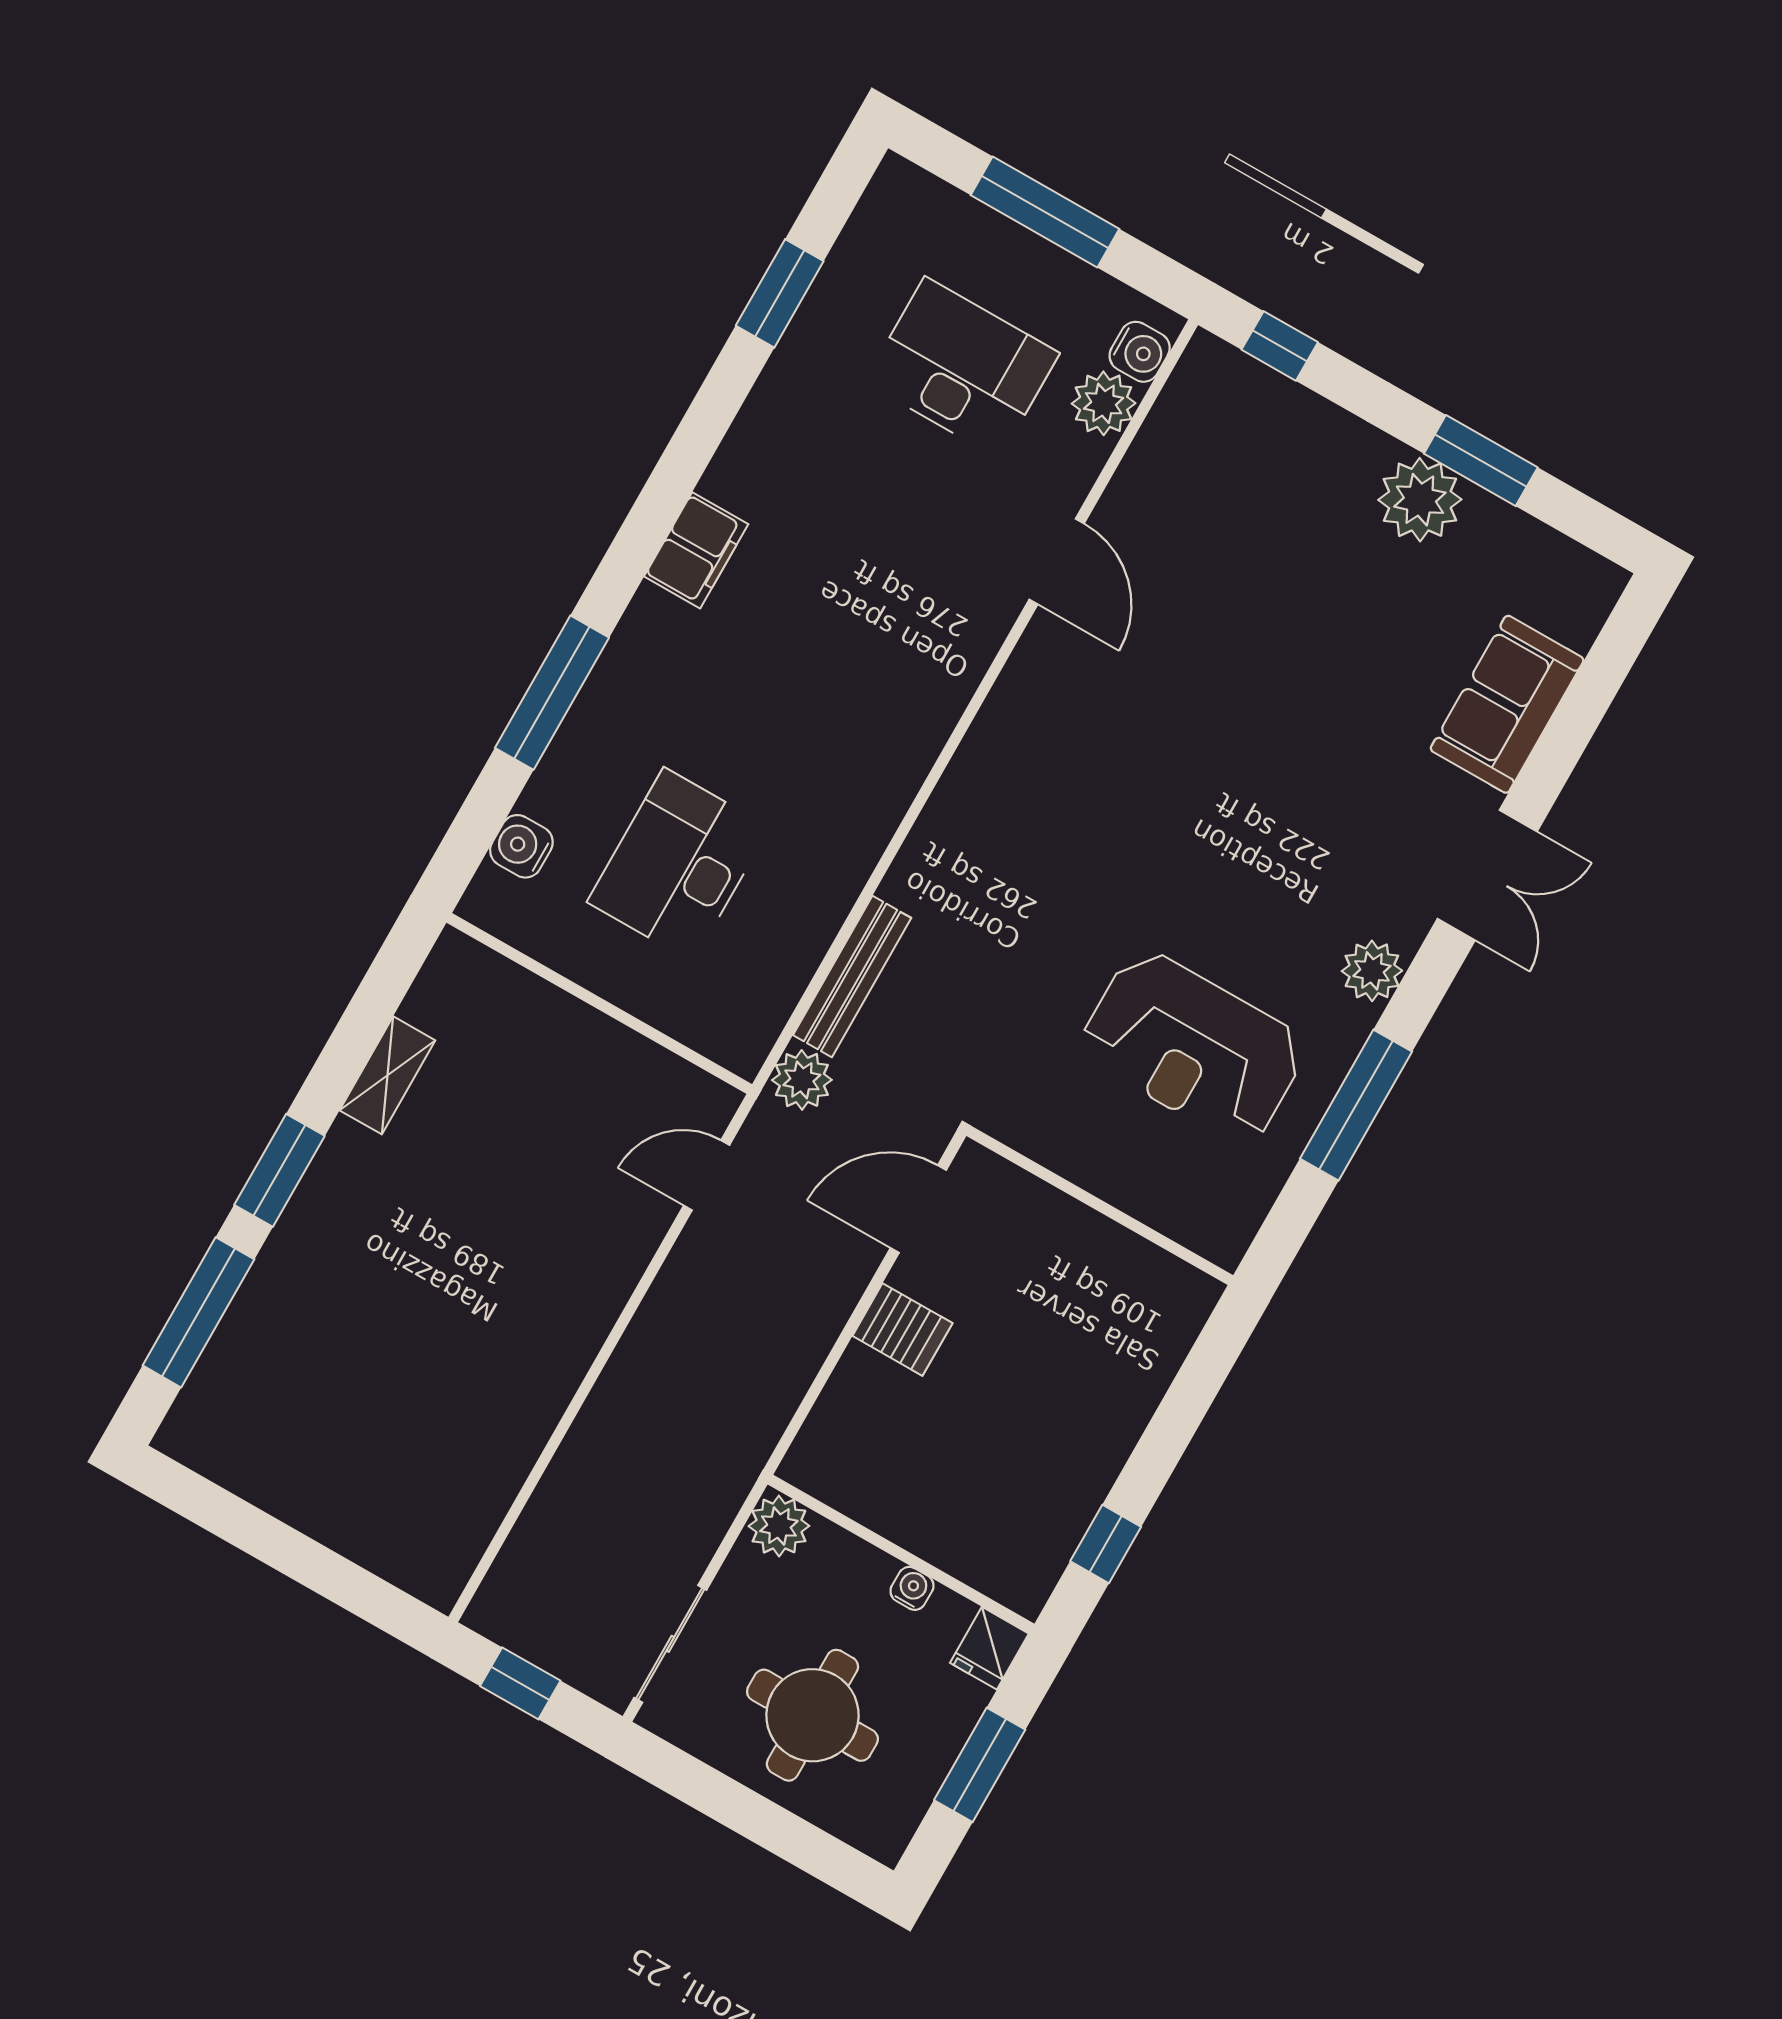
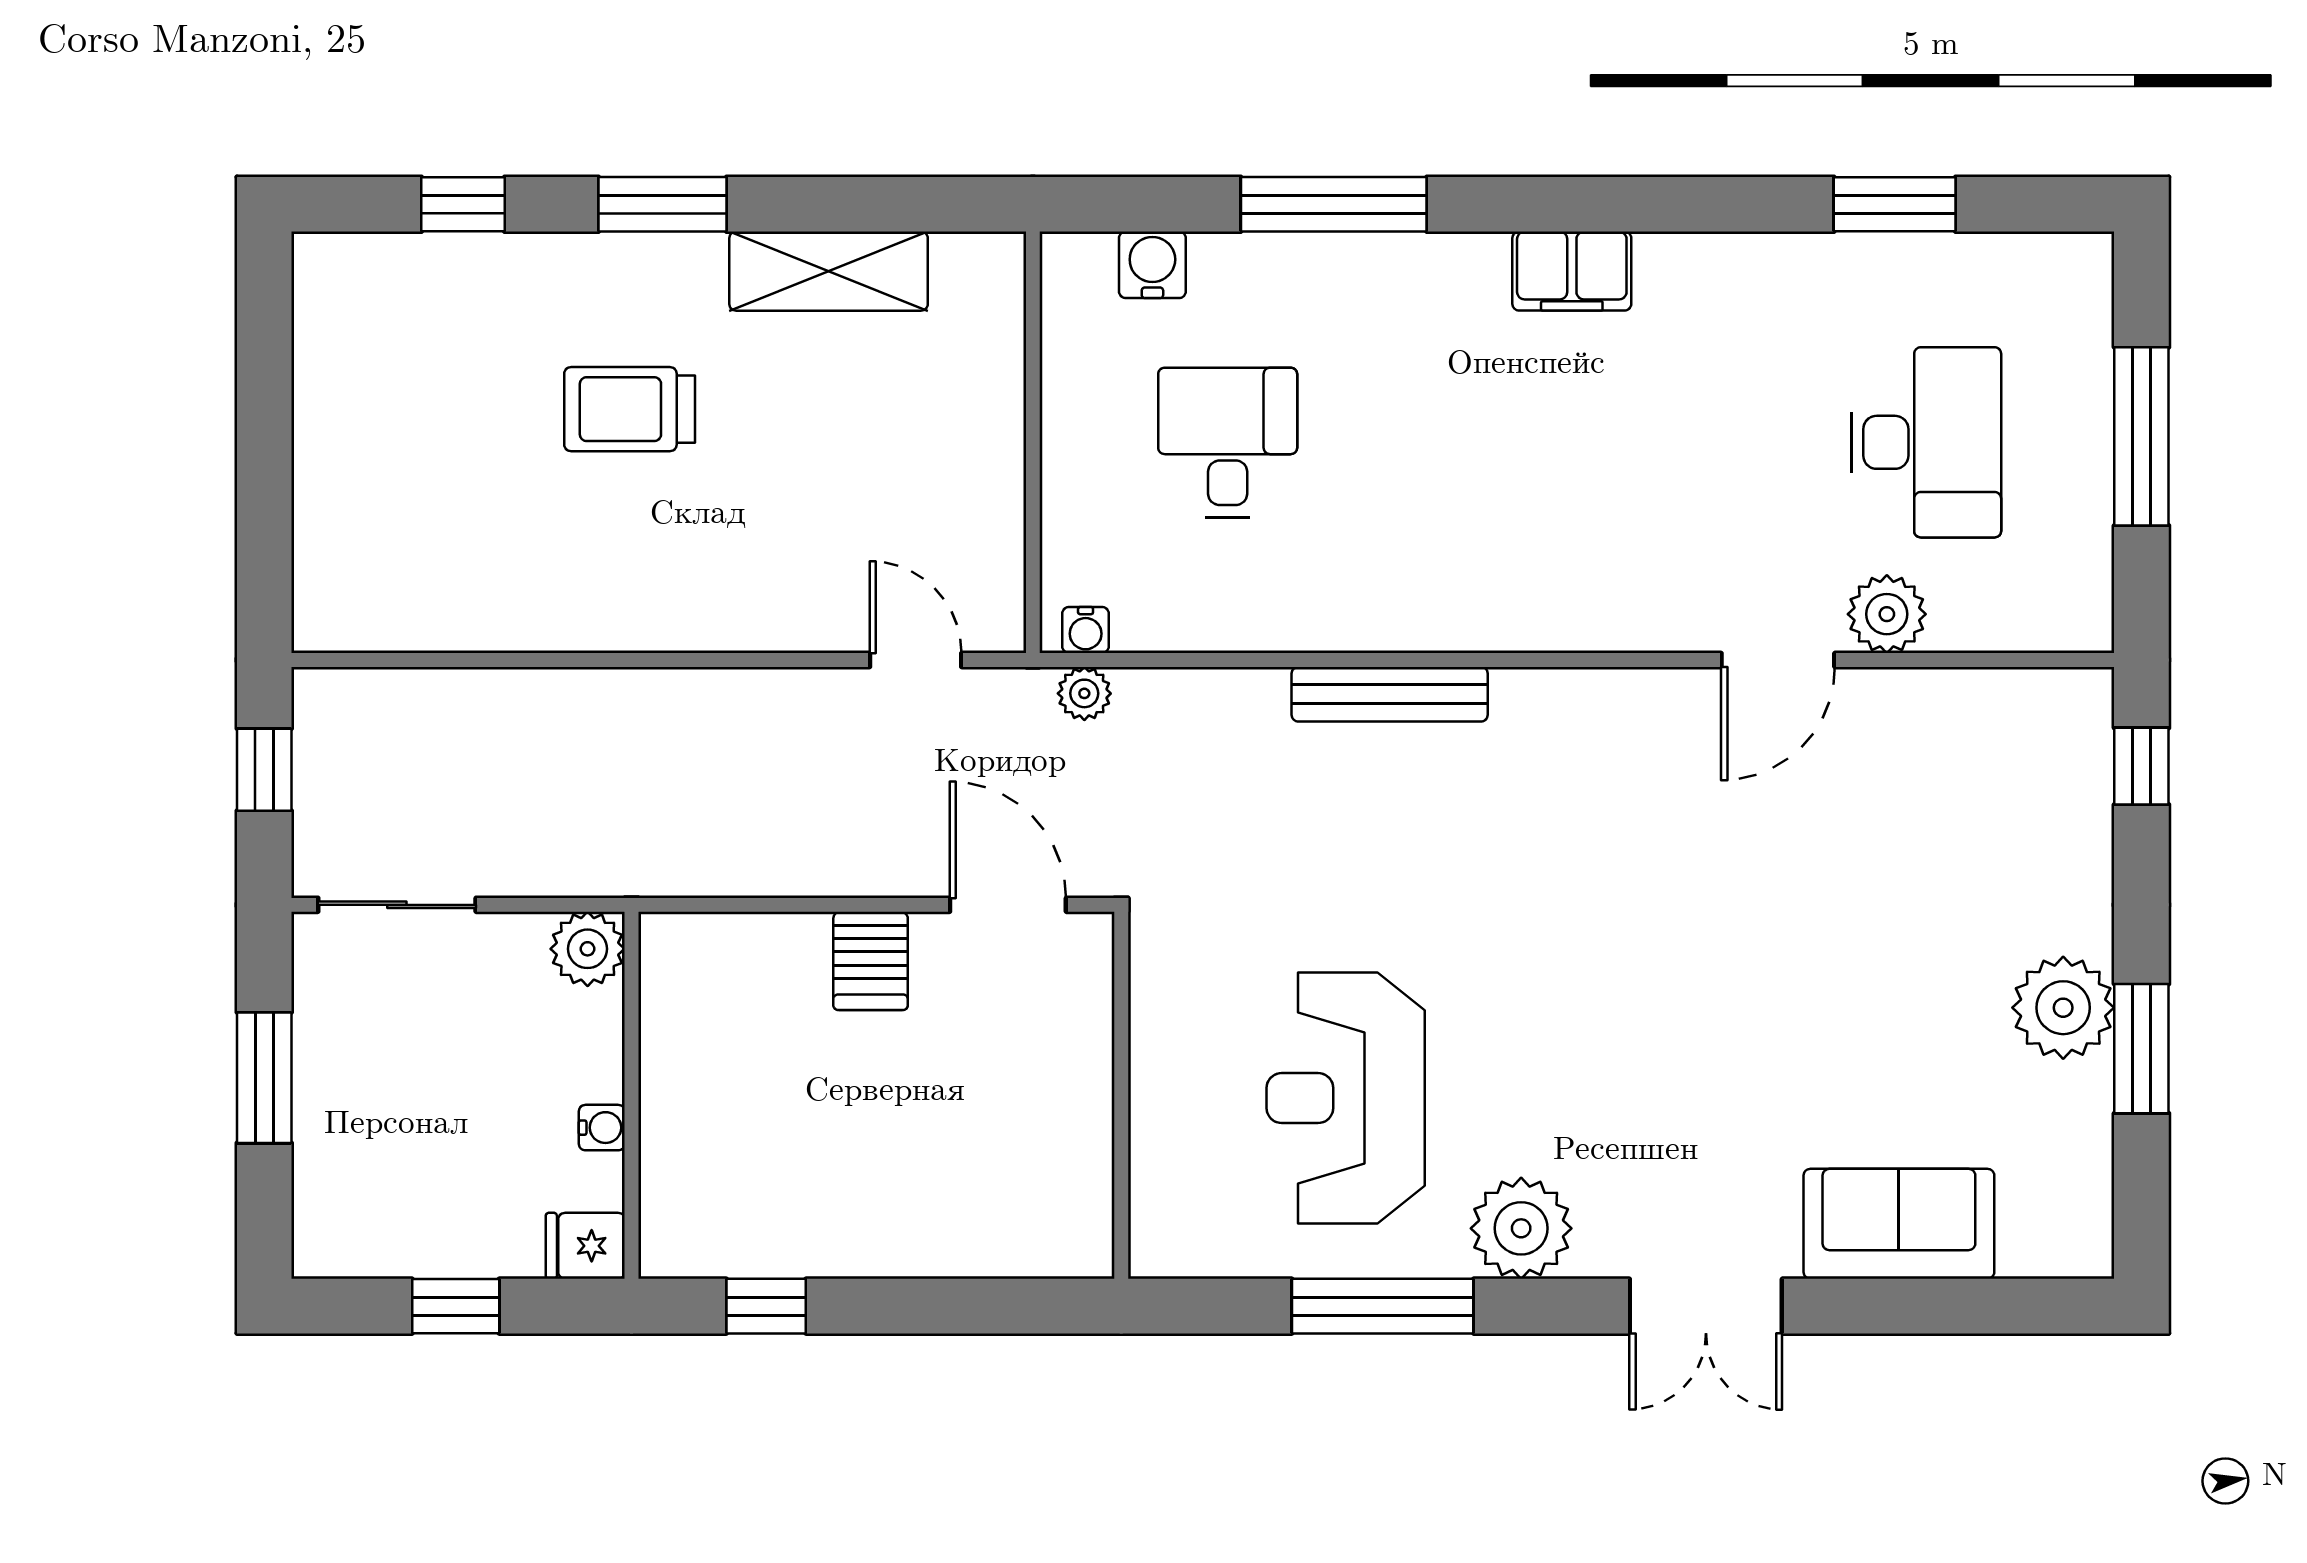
water cooler: (1140, 352) -> (1086, 630), moved, width x0.72, depth x0.72
plant: (1104, 403) -> (1887, 614), moved
desk: (678, 865) -> (1228, 442), width x0.73
plant: (1372, 971) -> (1521, 1228), width x1.36, depth x1.36
bench: (852, 977) -> (1390, 694), moved
shelving: (387, 1075) -> (829, 271), width x1.50, depth x1.33
plant: (802, 1080) -> (1084, 693), width x0.73, depth x0.73
trolley: (412, 1277) -> (630, 409), added
window: (198, 1312) -> (463, 204), width x0.46
round table: (812, 1715) -> (407, 1099), removed
window: (980, 1765) -> (456, 1306), width x0.67
window: (739, 1808) -> (264, 1078), added

